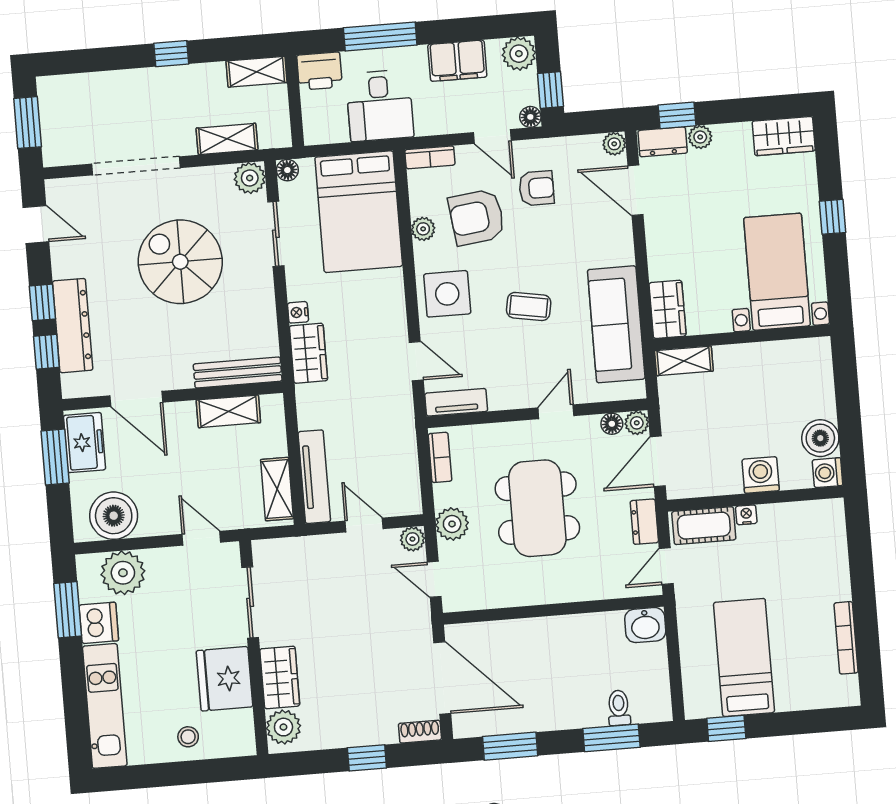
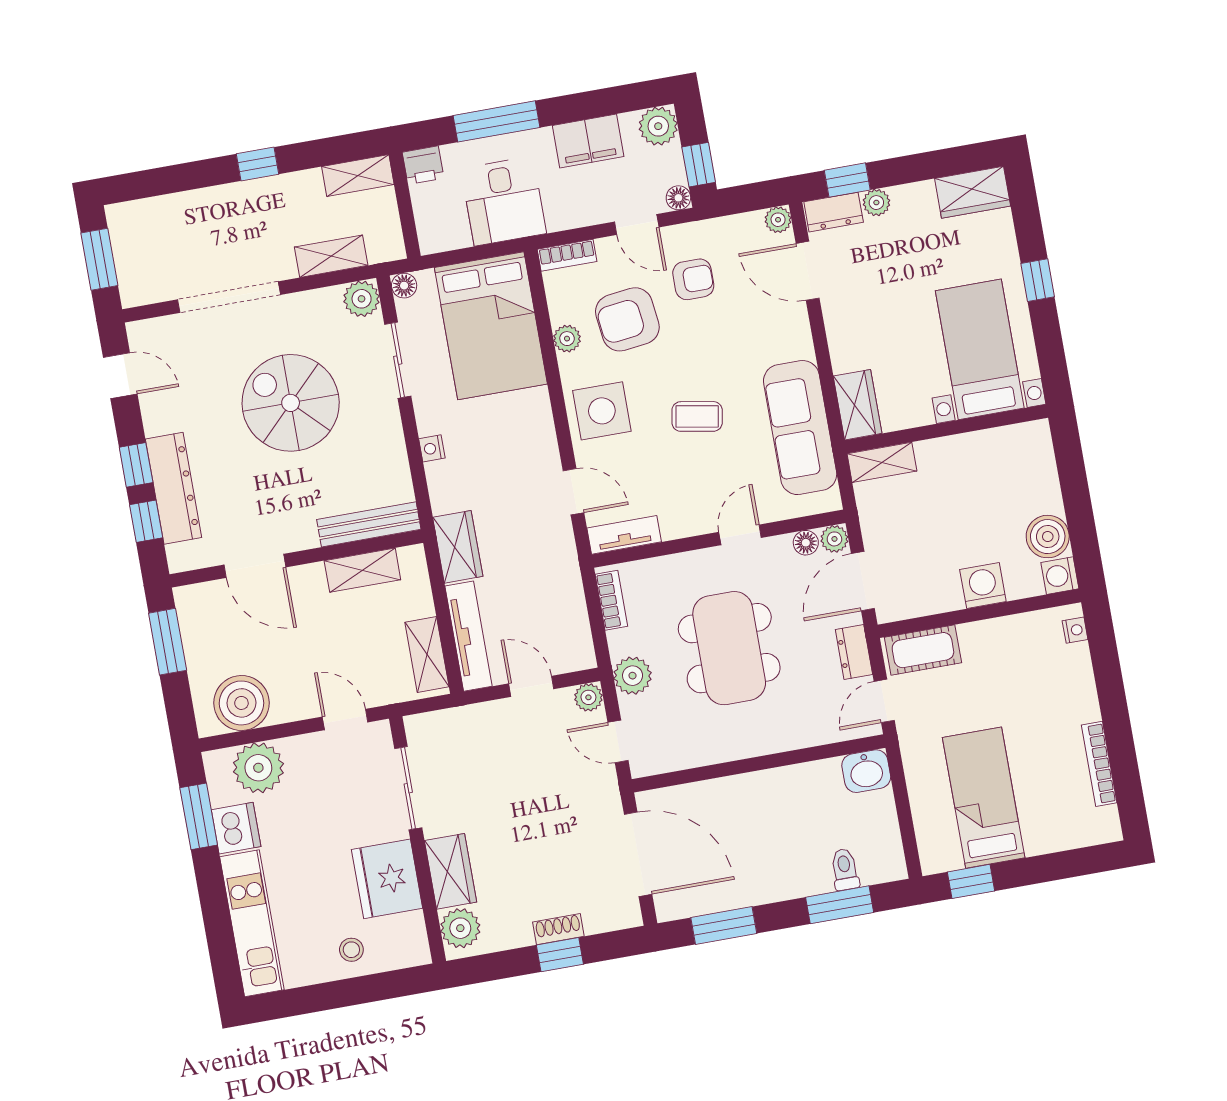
printer: (319, 71) -> (423, 165), width x0.73, depth x0.81
wardrobe: (308, 353) -> (458, 547), moved
freezer: (85, 443) -> (200, 622), removed
nightstand: (746, 515) -> (1075, 630), moved, turned 90
shoe rack: (420, 732) -> (558, 929), moved

